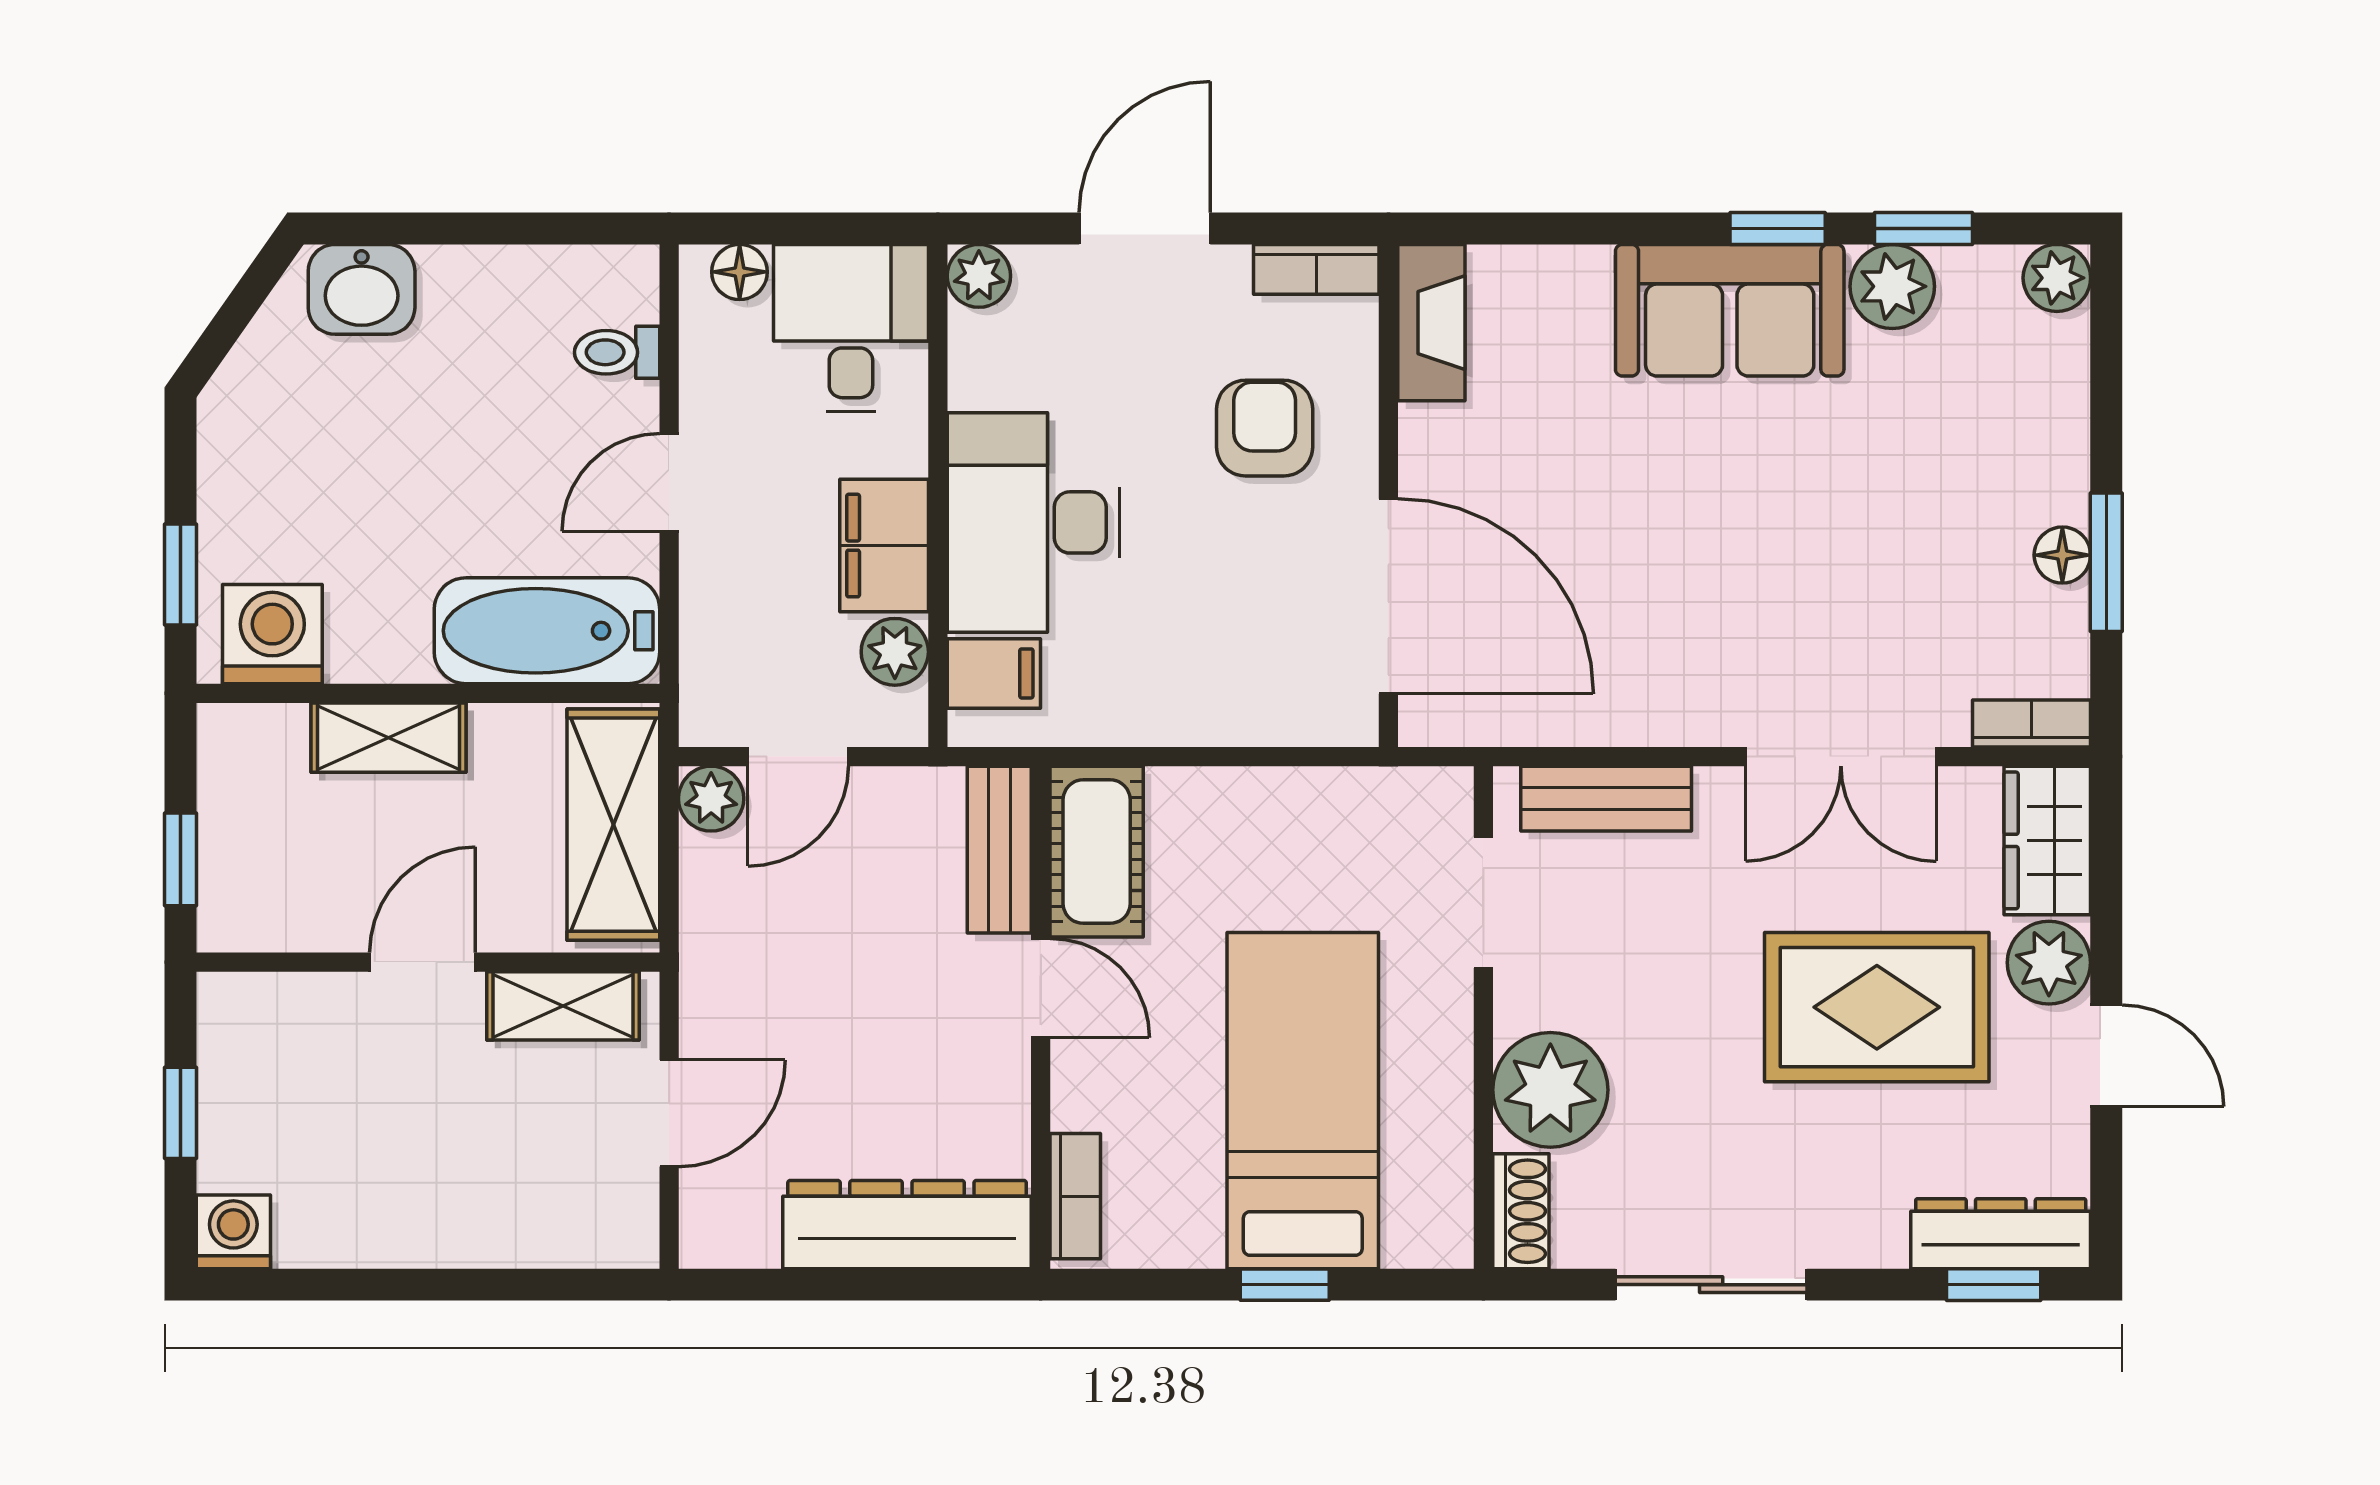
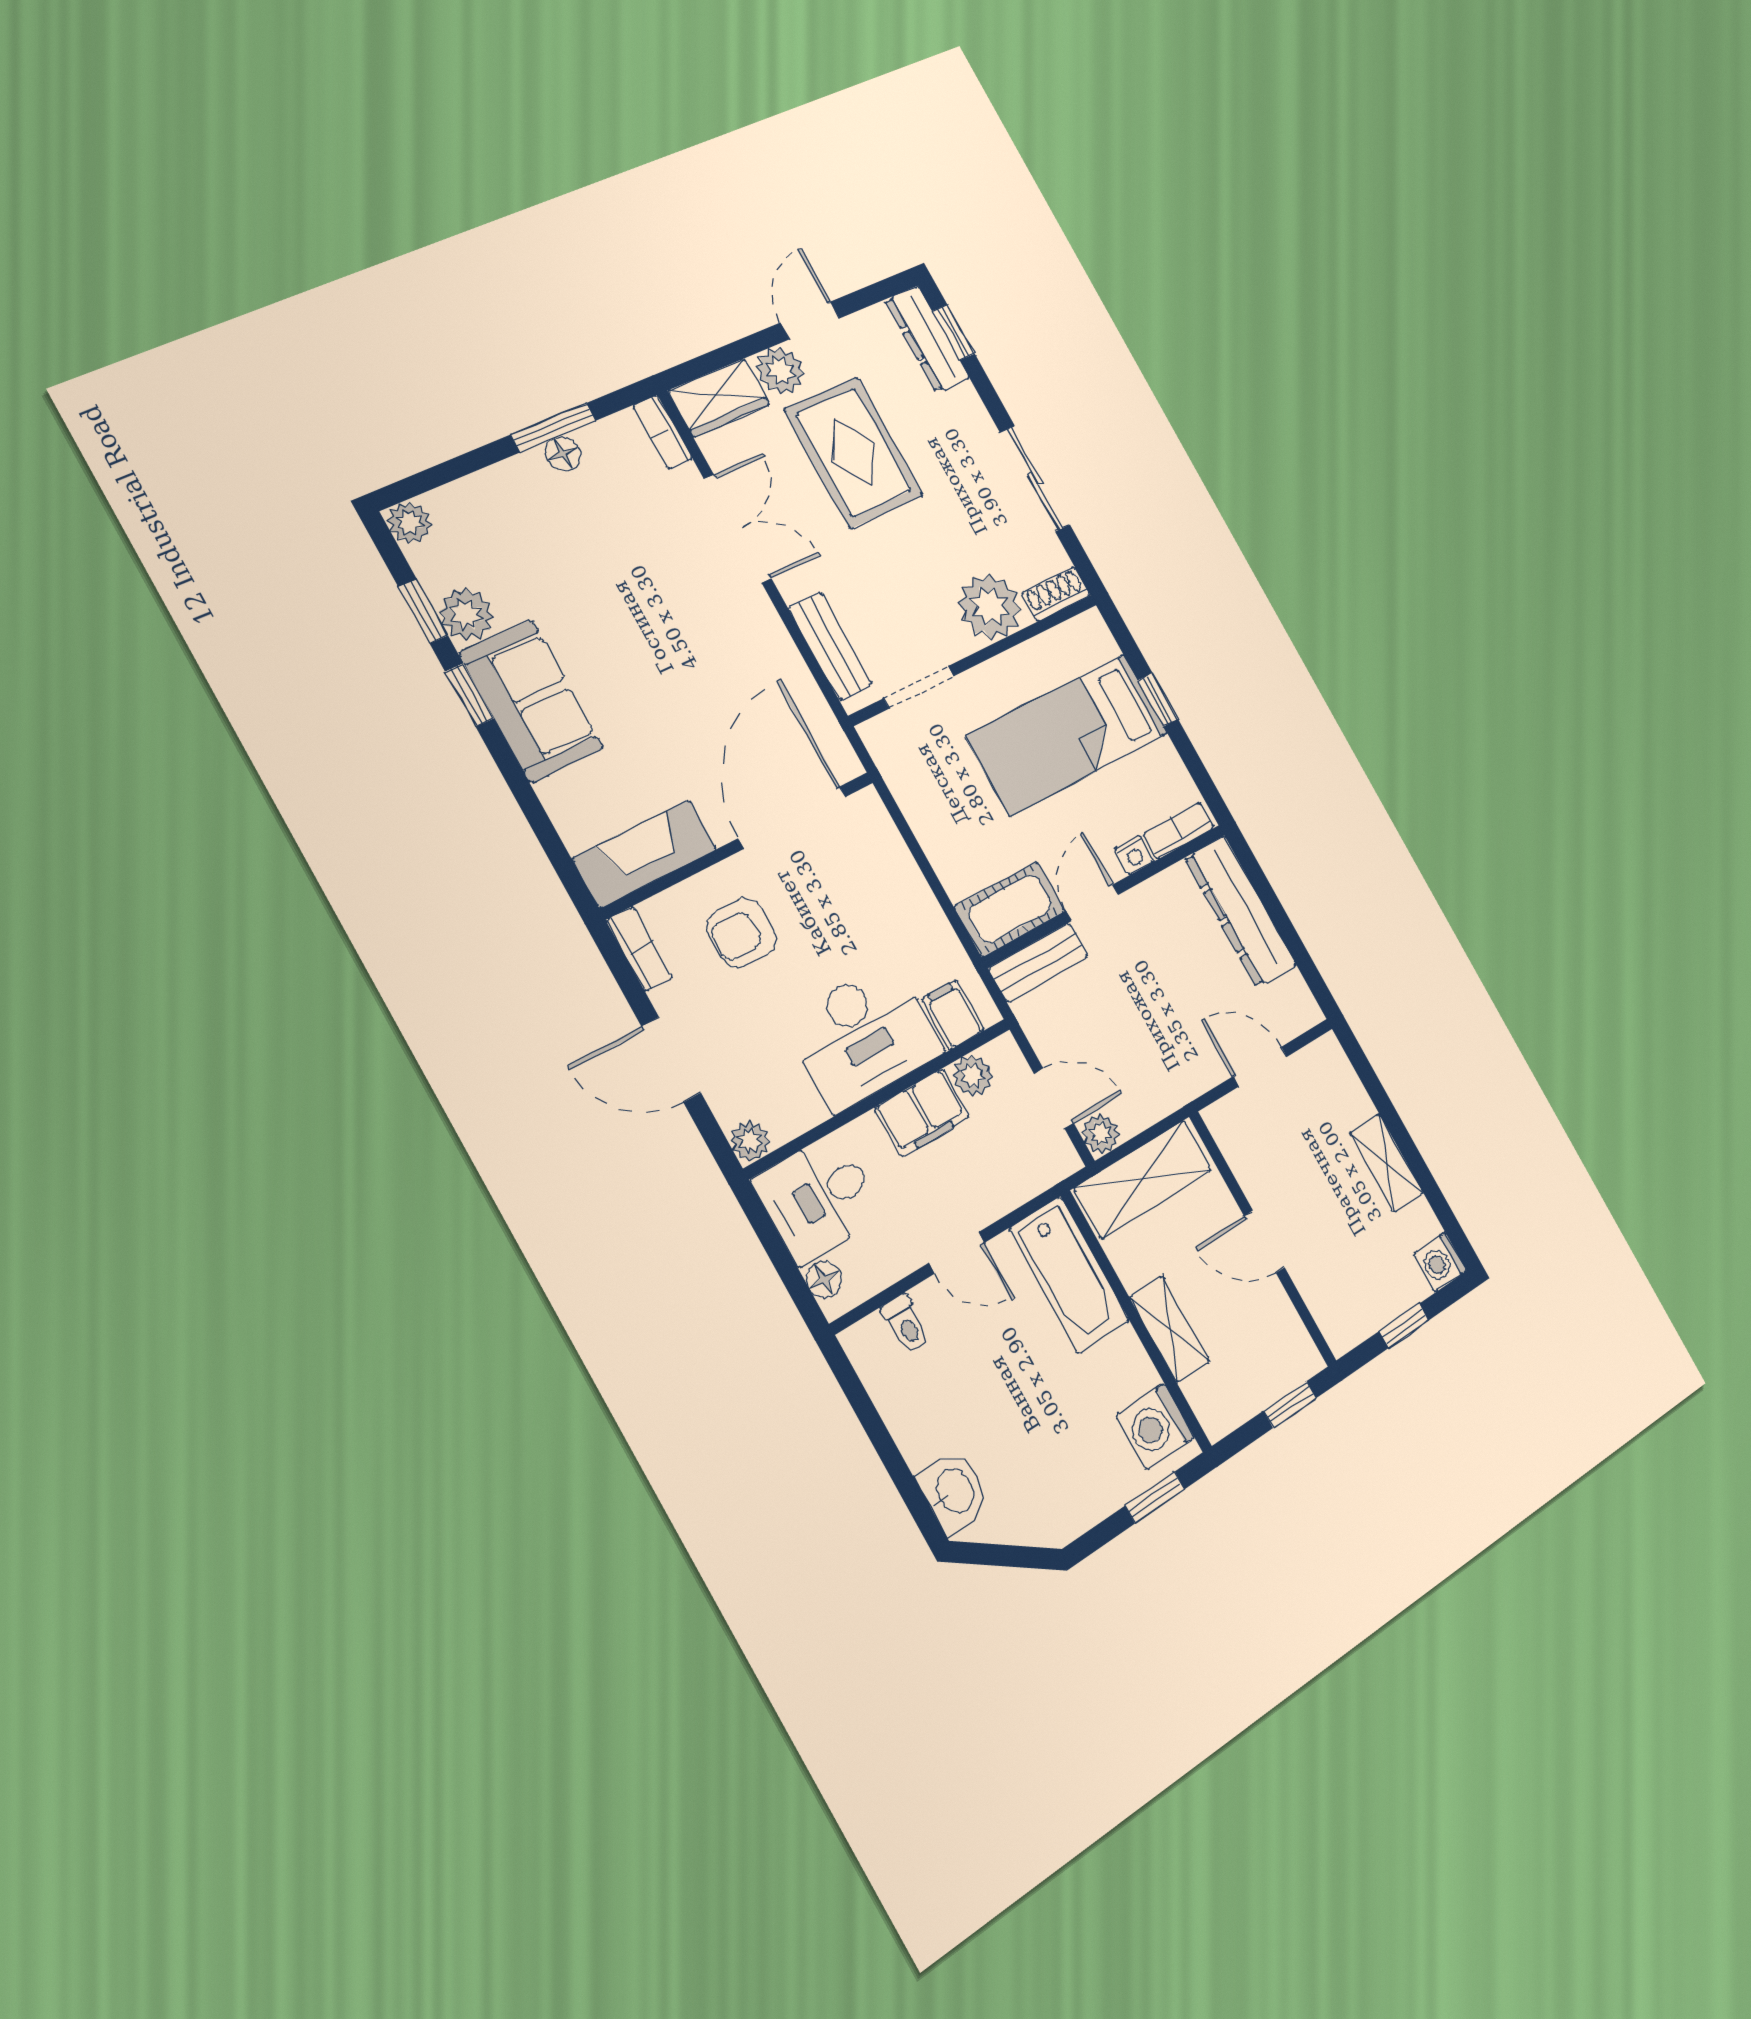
fireplace: (1431, 323) -> (645, 854), width x1.37, depth x1.32
shelving: (563, 1006) -> (1386, 1163), moved
nightstand: (1076, 1100) -> (1134, 855), added

